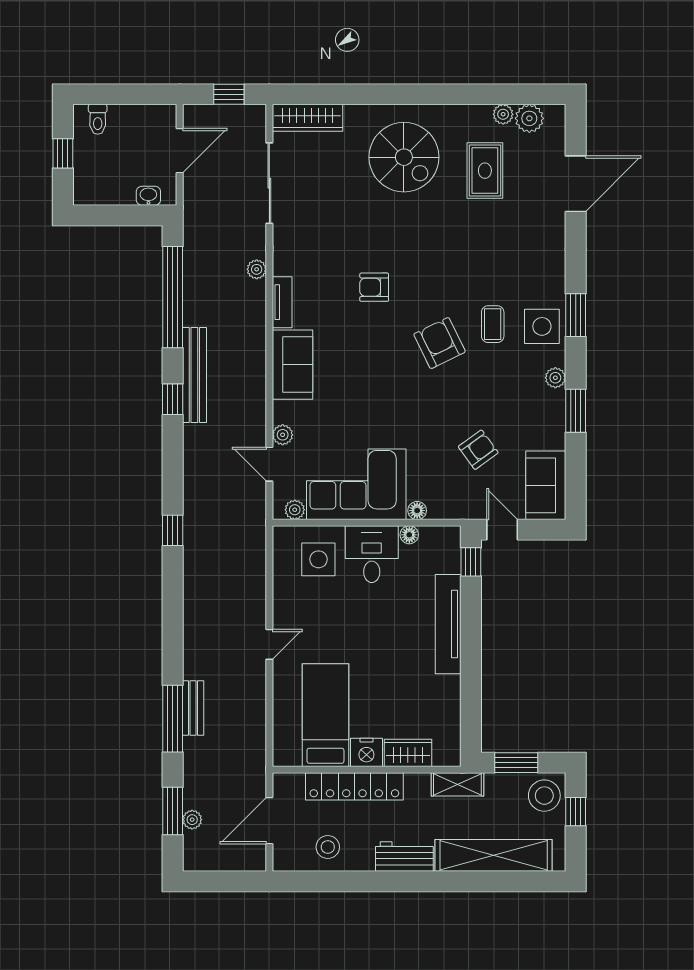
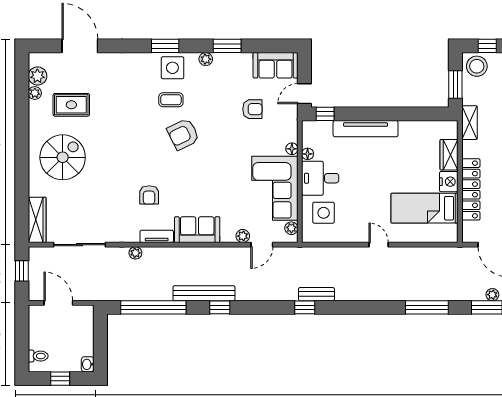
washbasin: (148, 196) -> (88, 364), moved
armchair: (374, 287) -> (149, 195), moved
armchair: (478, 450) -> (252, 109), turned 126
bench: (193, 708) -> (316, 294), moved

